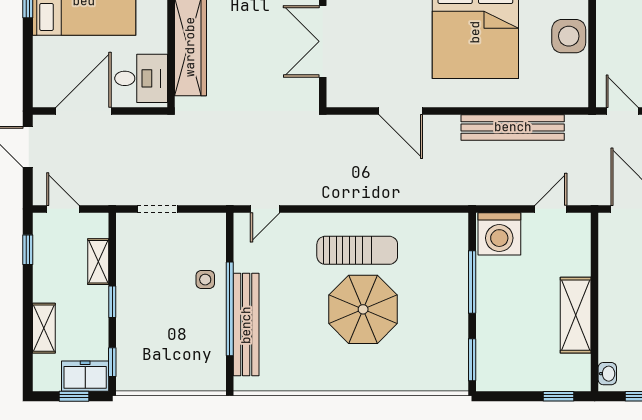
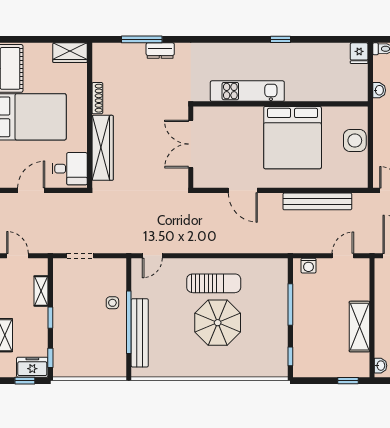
door: (83, 111) -> (31, 190), width x0.73
washing machine: (499, 234) -> (308, 266), width x0.53, depth x0.53
window: (472, 360) -> (290, 356), width x0.67

